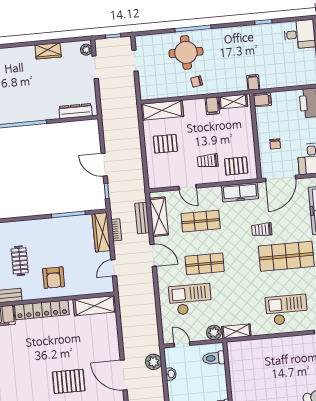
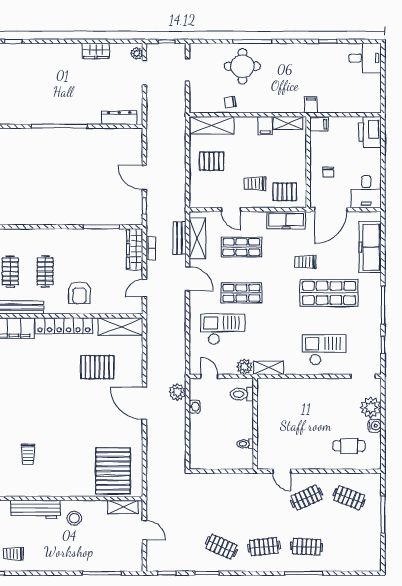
chair: (197, 82) -> (230, 102), moved
pallet: (69, 381) -> (97, 367), moved

